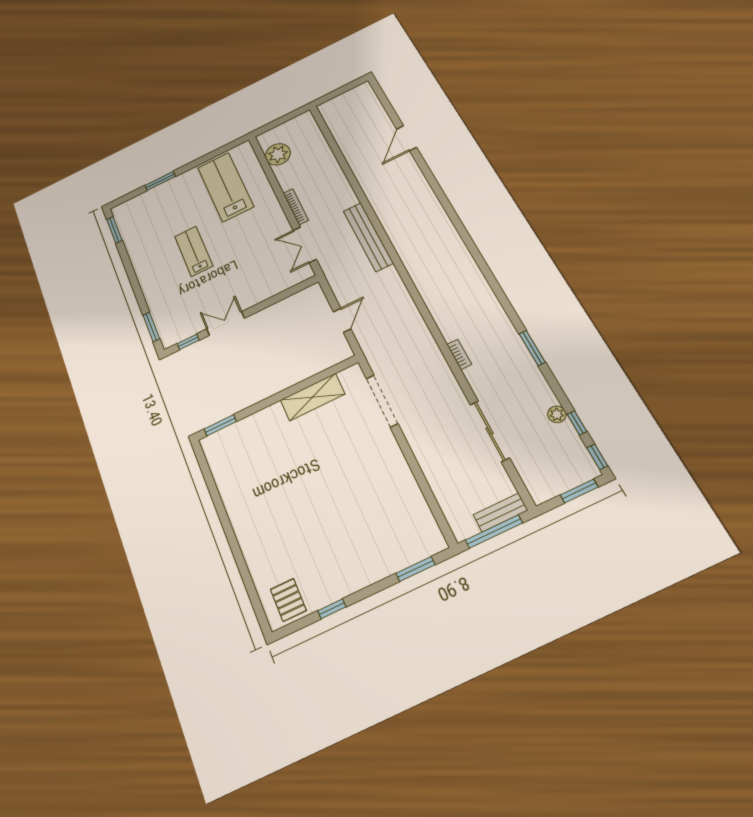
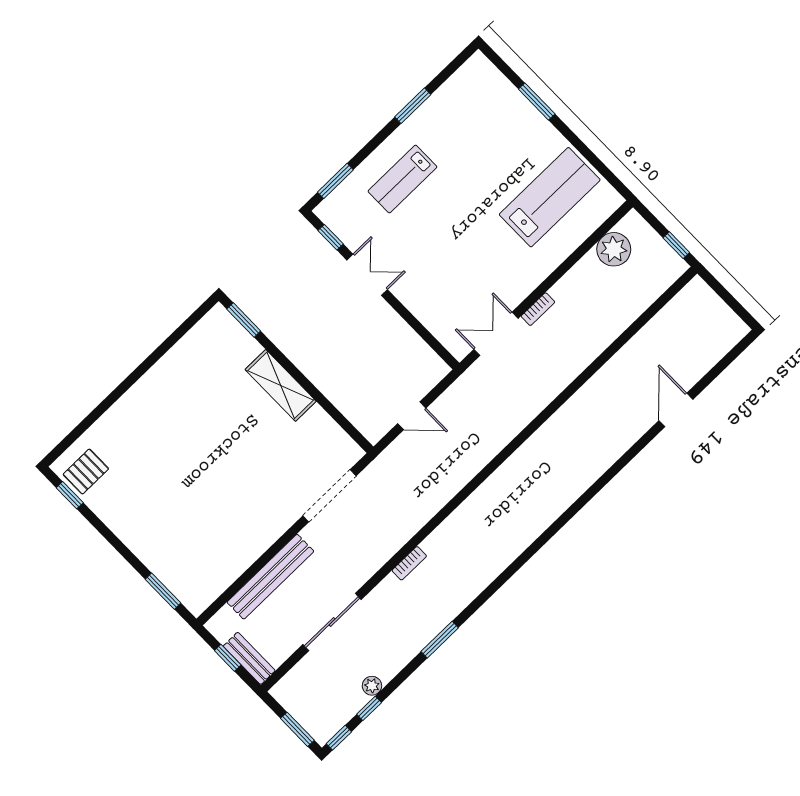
window: (292, 115) -> (676, 245), added
door: (407, 138) -> (676, 410), hinge flipped
bookcase: (296, 207) -> (538, 309), width x0.64
window: (114, 230) -> (413, 106), moved
bench: (368, 237) -> (270, 577), moved
lab bench: (194, 251) -> (402, 179), moved, turned 180
shelving: (313, 397) -> (281, 385), moved
window: (494, 532) -> (228, 658), width x0.46
window: (332, 609) -> (70, 495), moved

